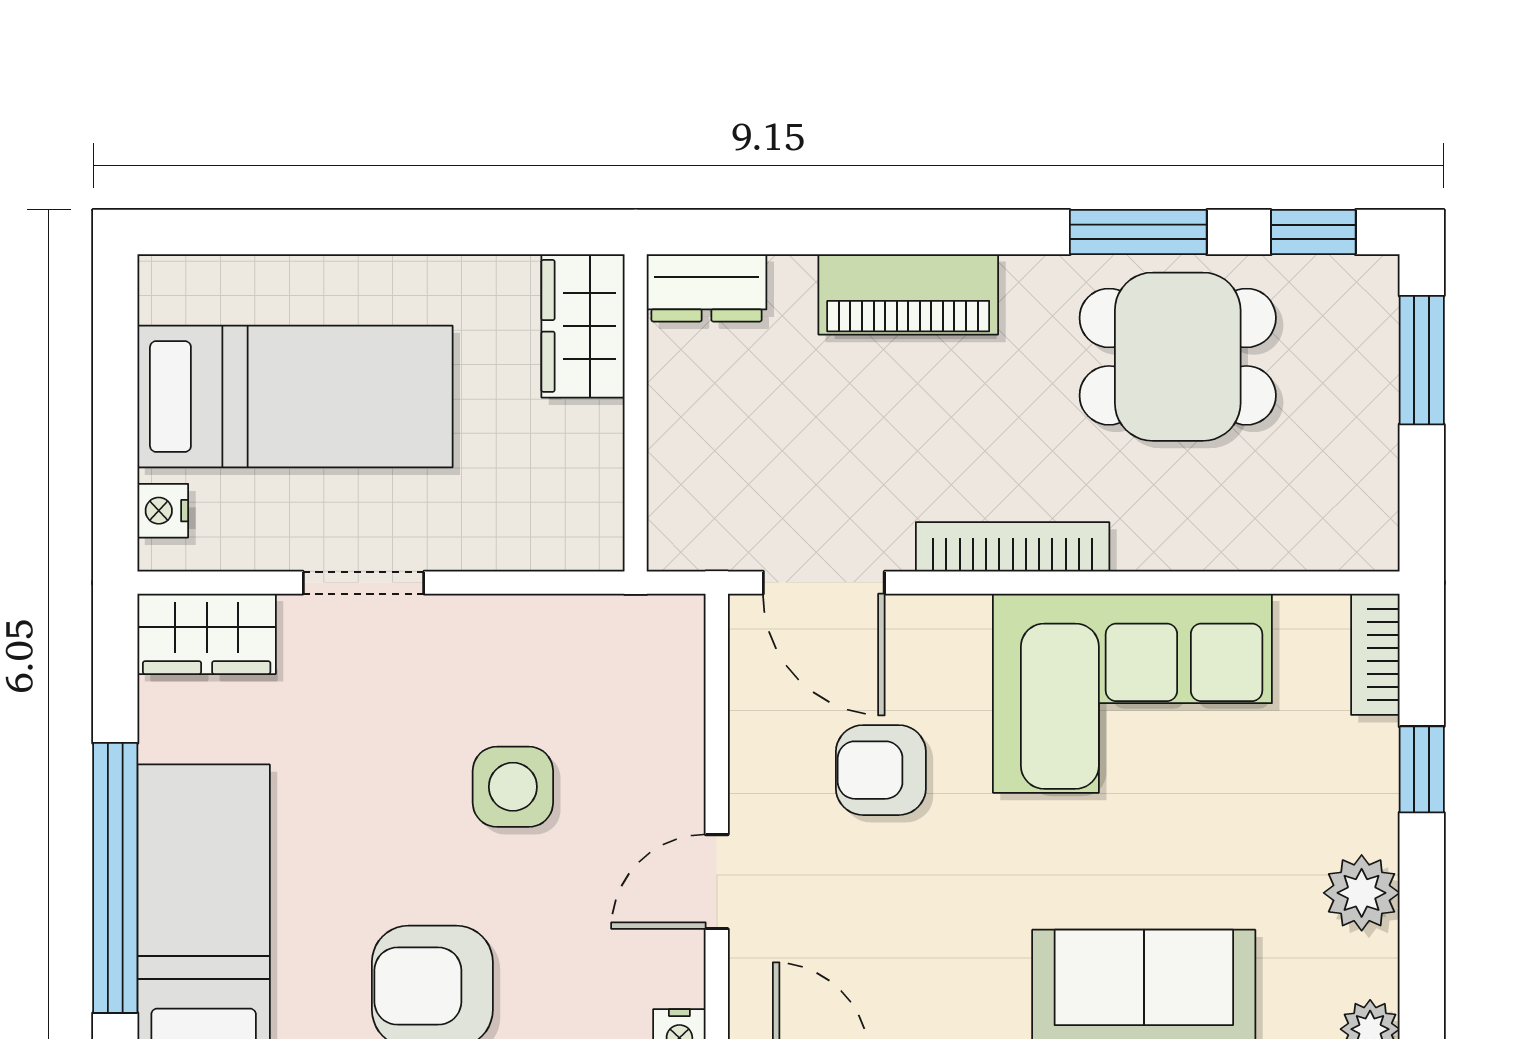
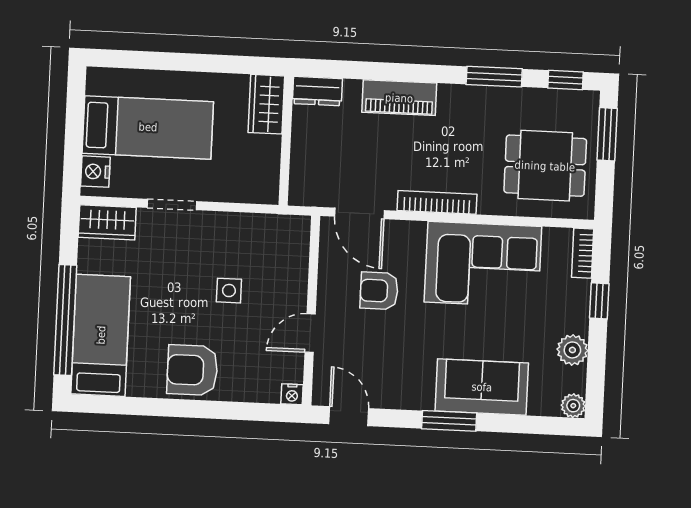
dining table: (1178, 357) -> (545, 166), moved
nightstand: (163, 511) -> (95, 172), width x1.39, depth x1.35
side table: (513, 787) -> (229, 291), width x0.73, depth x0.73

